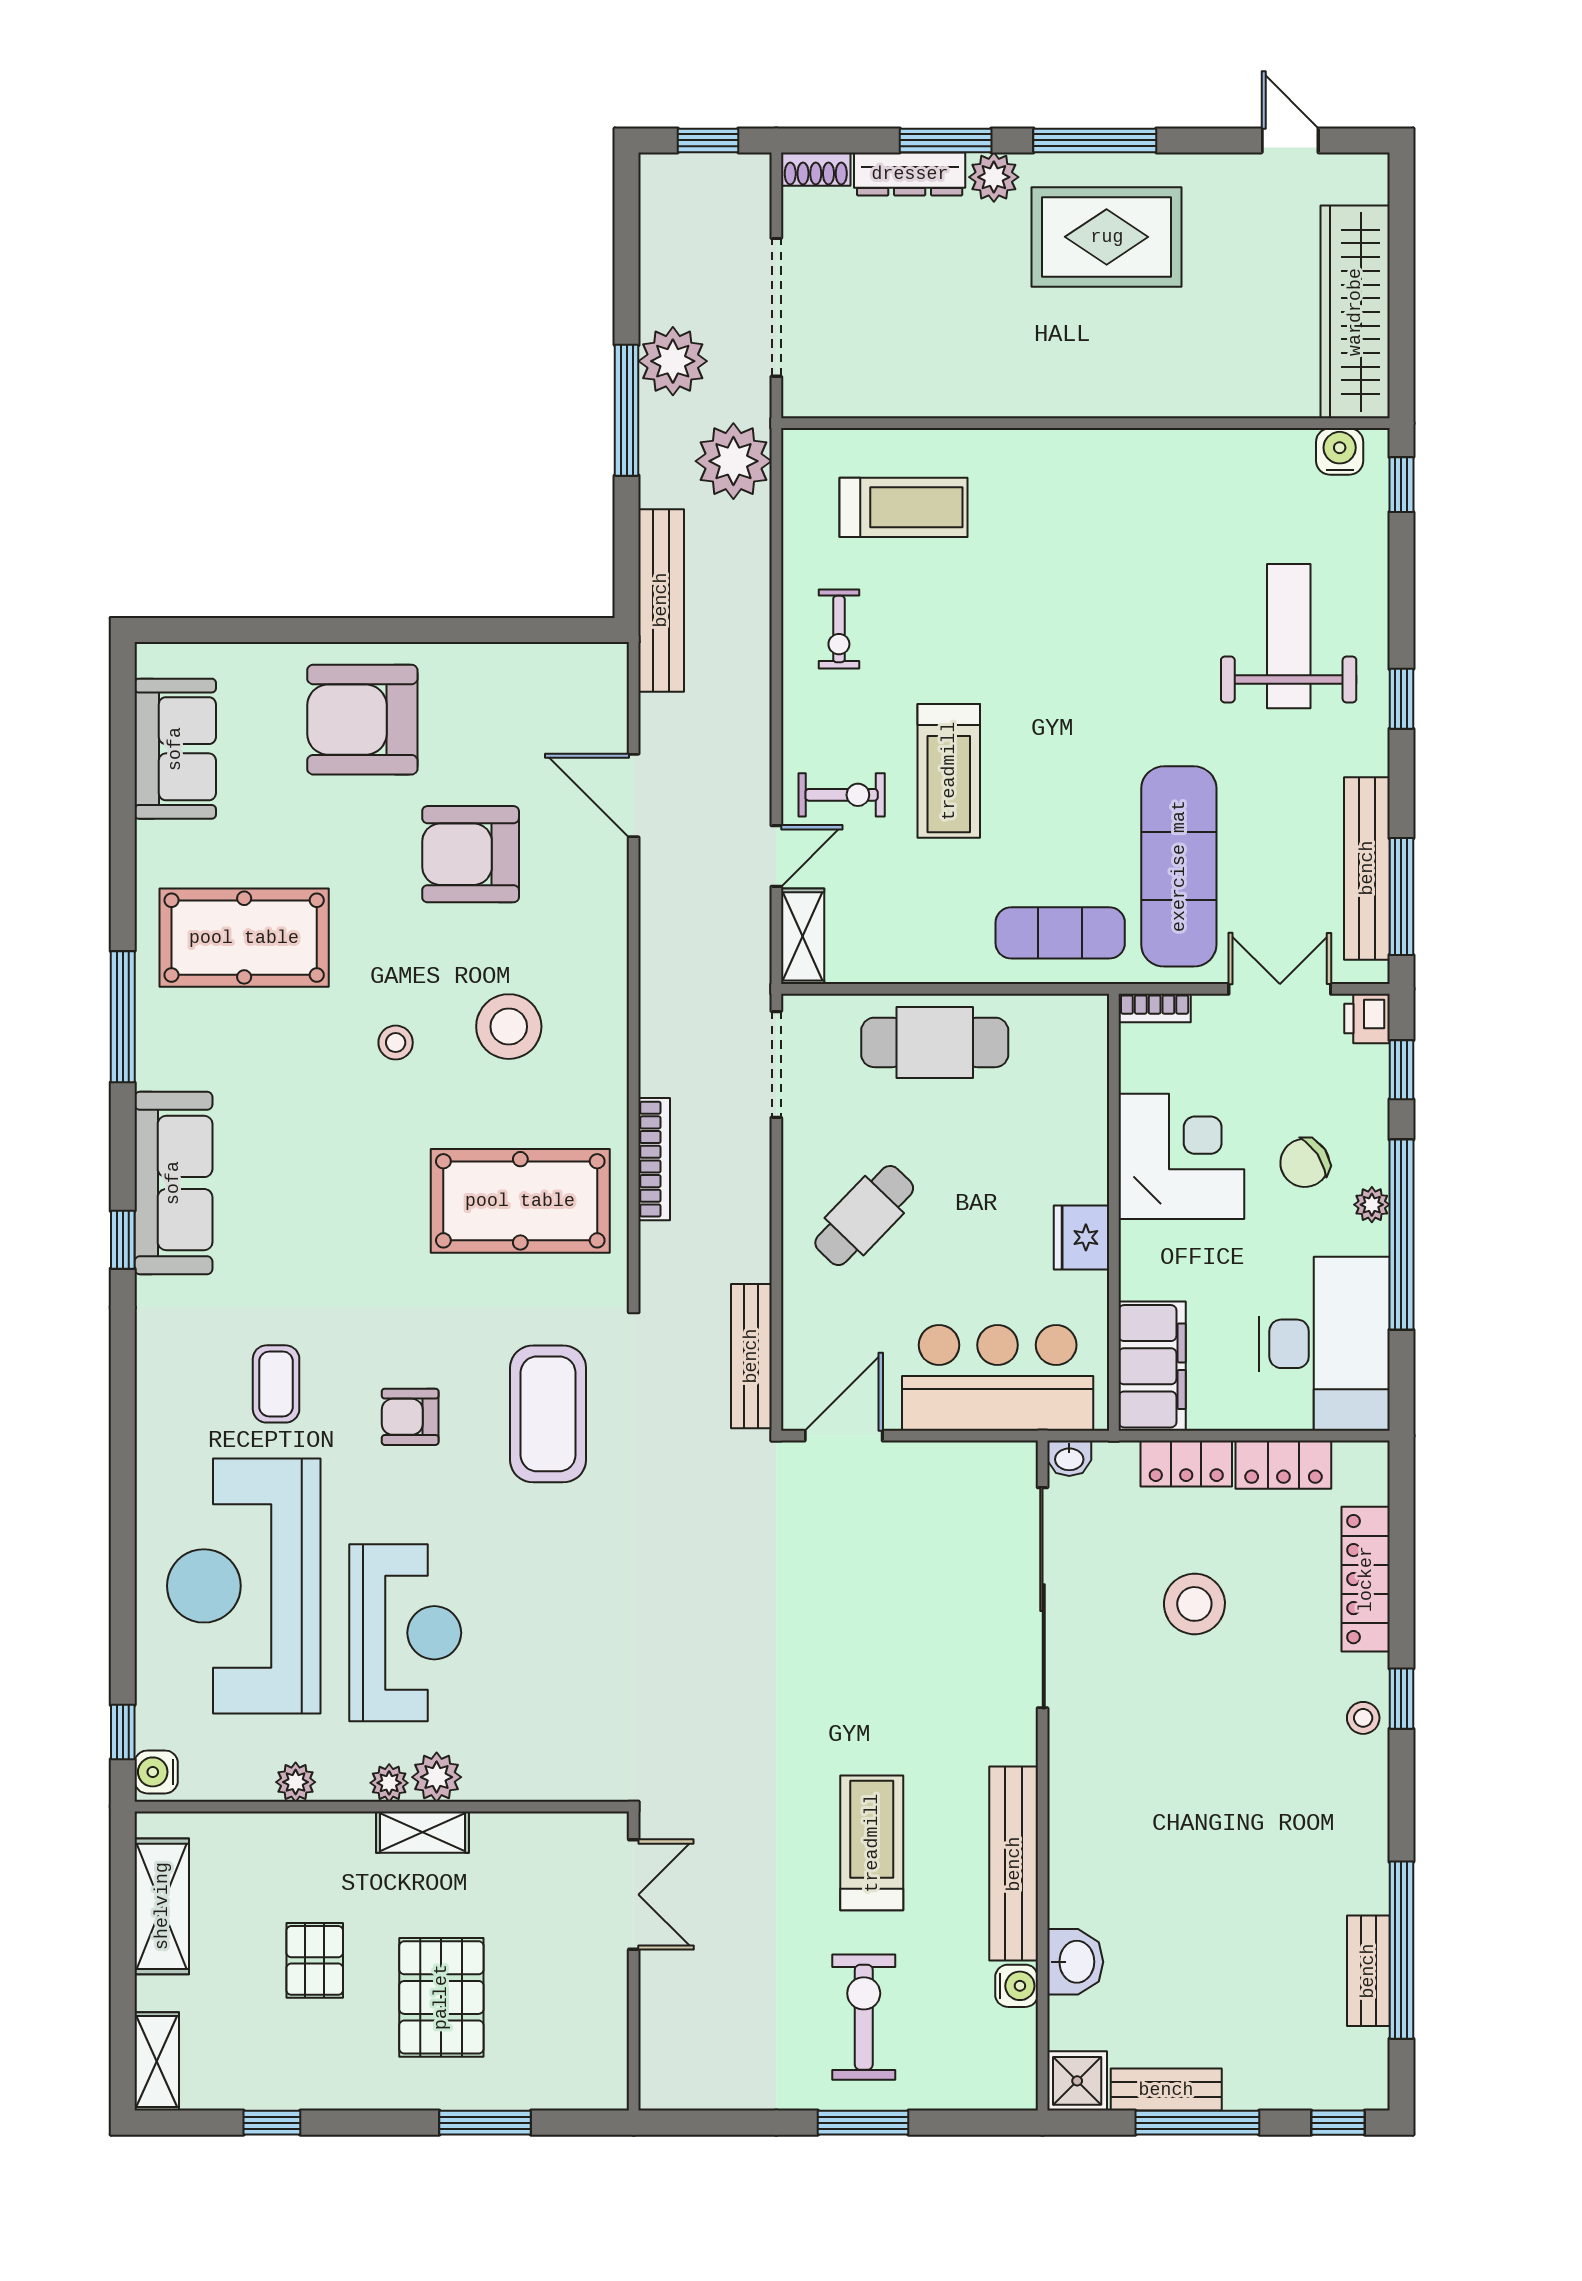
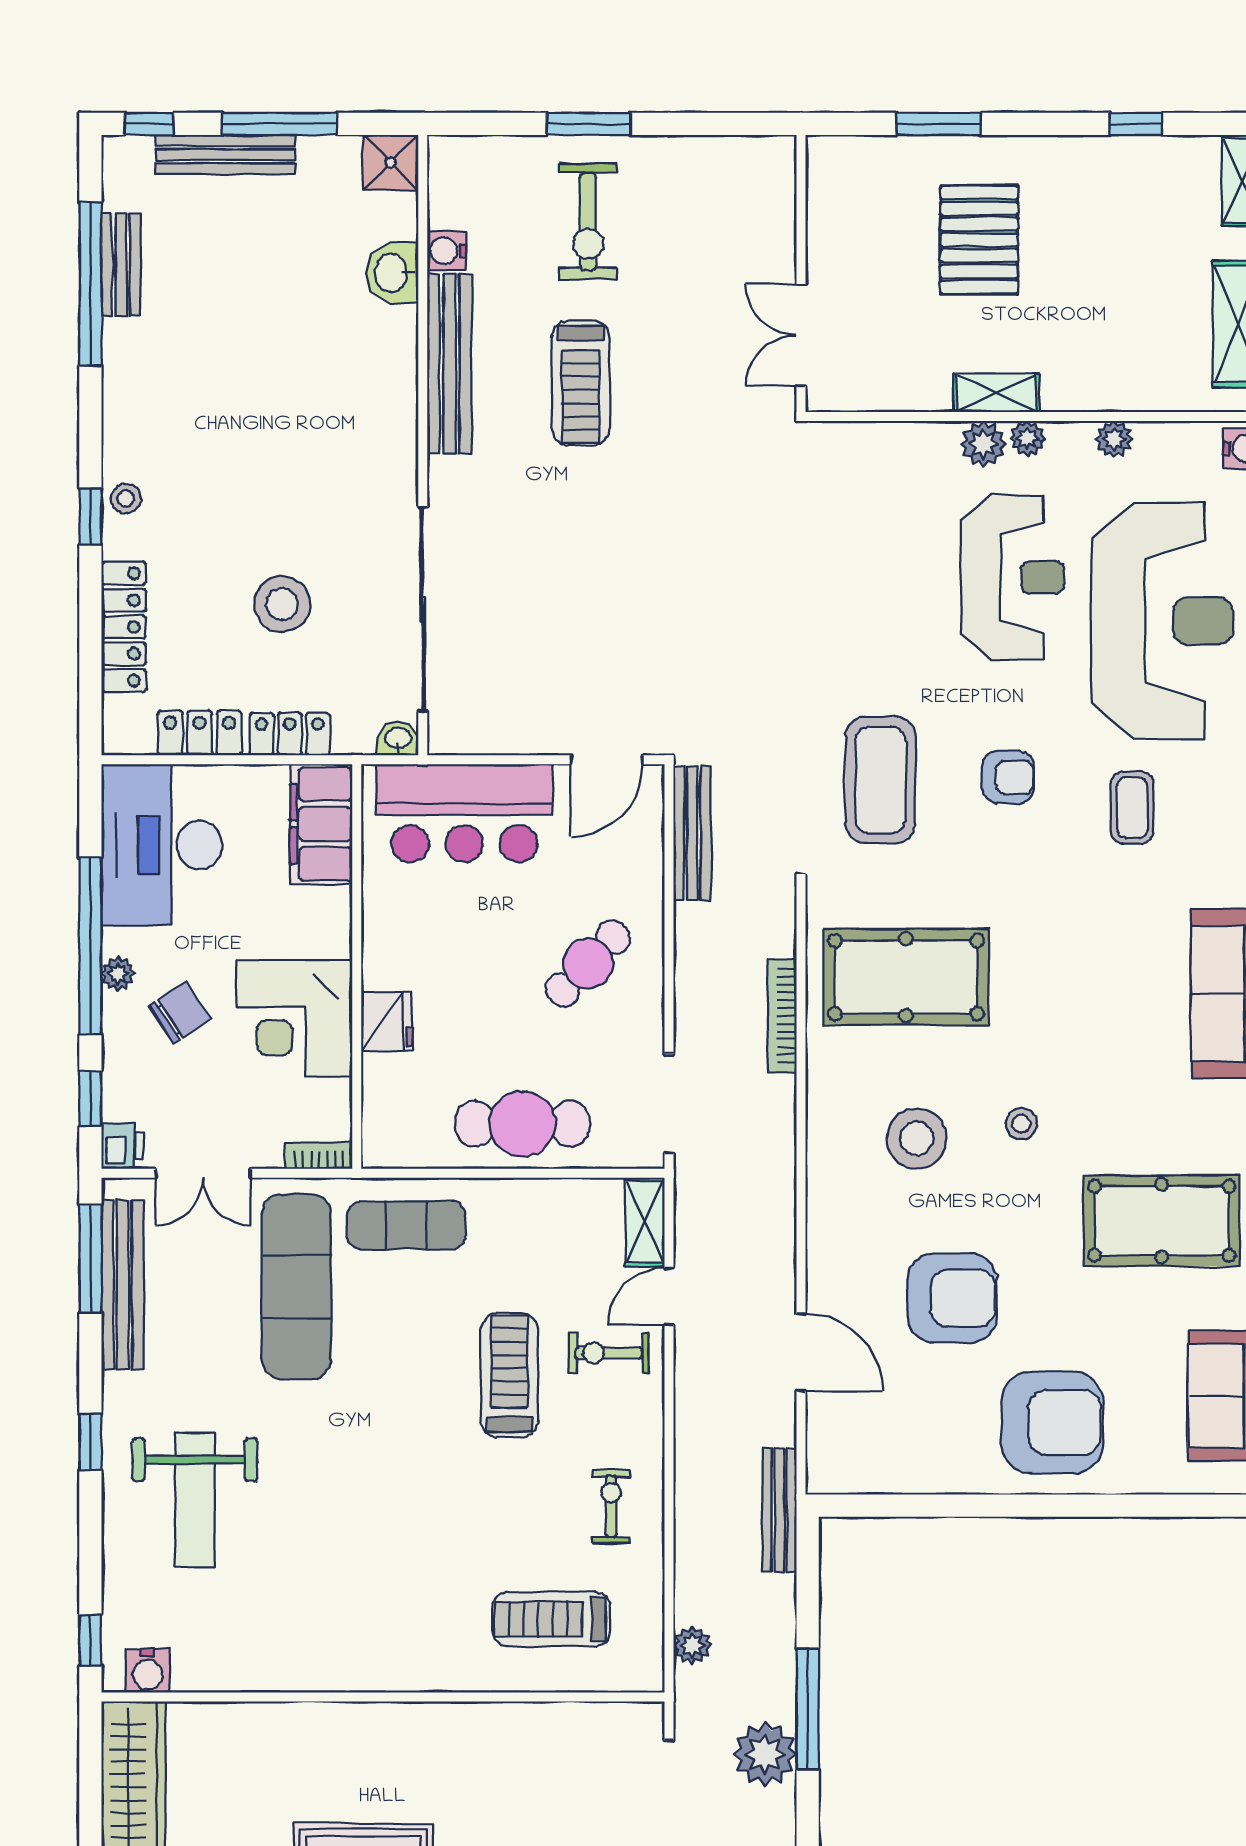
plant: (733, 461) -> (692, 1645), width x0.53, depth x0.53
bench: (661, 600) -> (779, 1510), width x0.73, depth x0.82
fridge: (1081, 1237) -> (387, 1021), moved
reception desk: (405, 1633) -> (1013, 577), turned 180
pallet: (315, 1960) -> (1096, 274), removed
bench: (1166, 2090) -> (225, 155), moved, width x1.36

